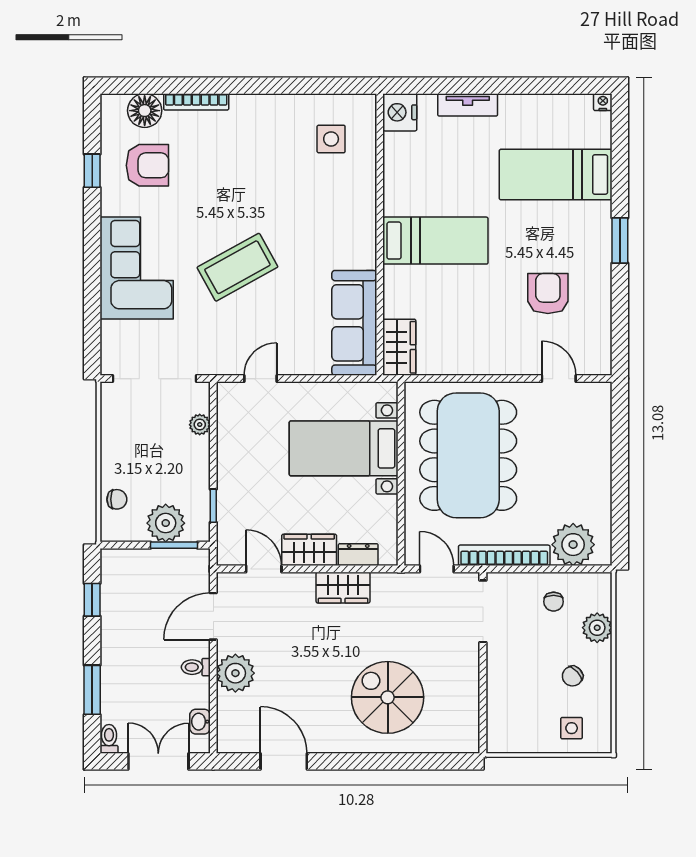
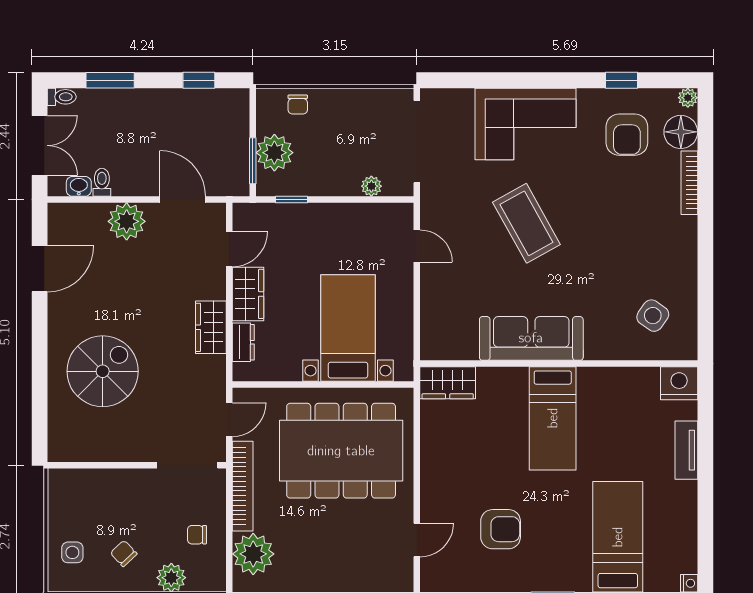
plant: (110, 103) -> (688, 98), added
side table: (331, 139) -> (653, 316), turned 35
sofa: (354, 323) -> (531, 338), moved
toilet: (196, 667) -> (102, 182), moved

